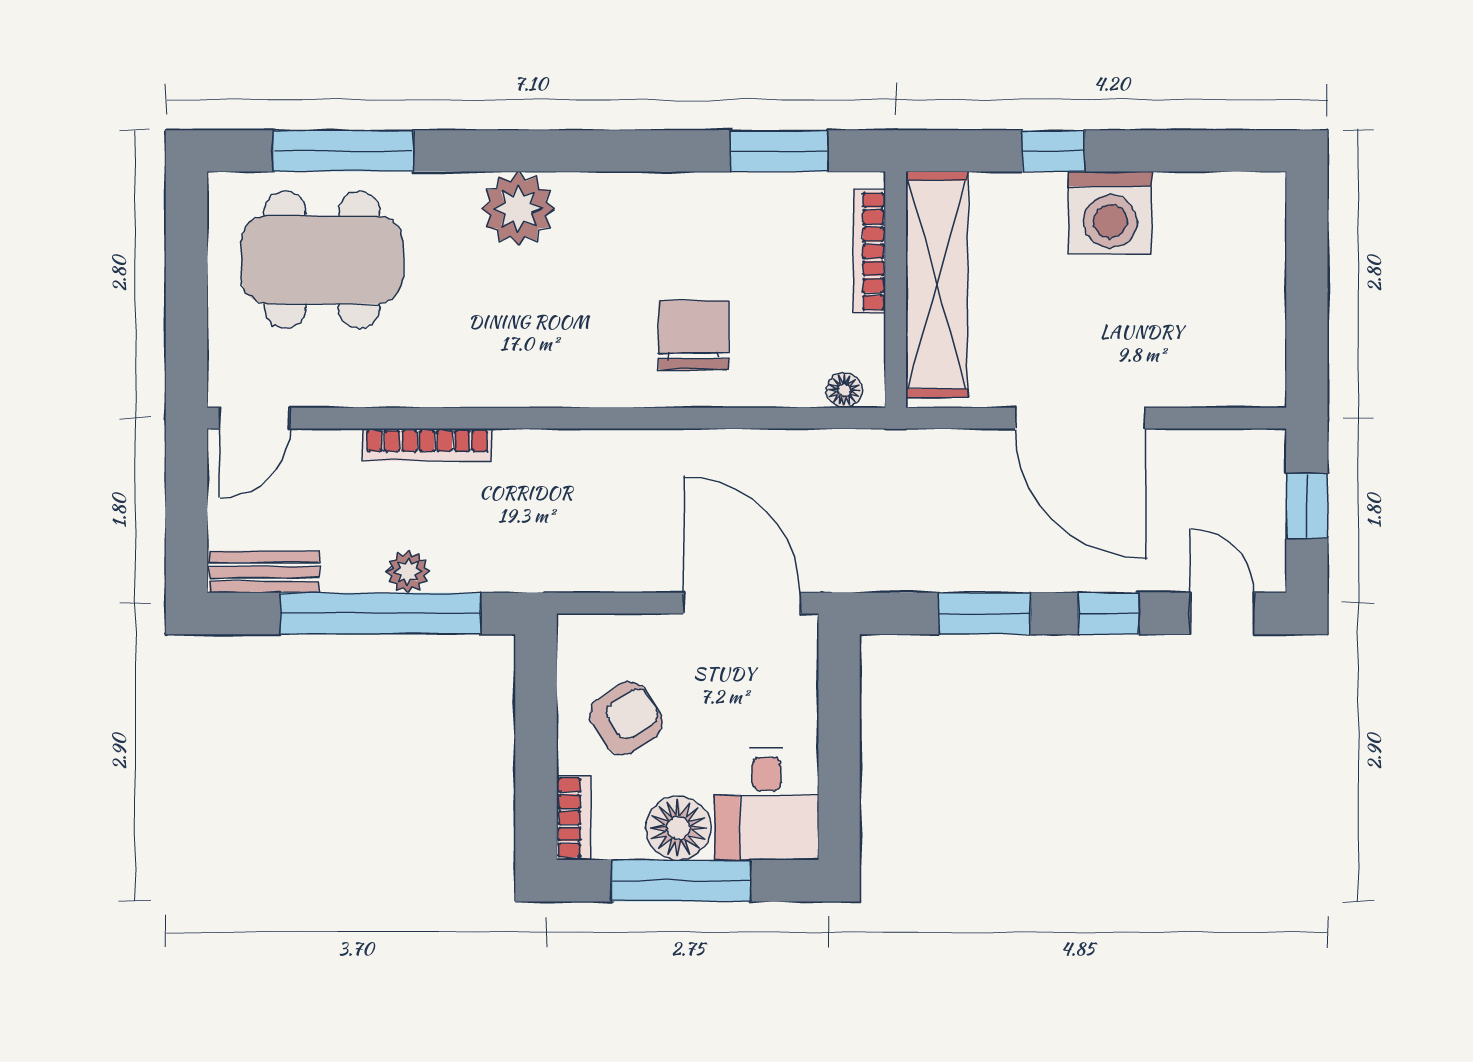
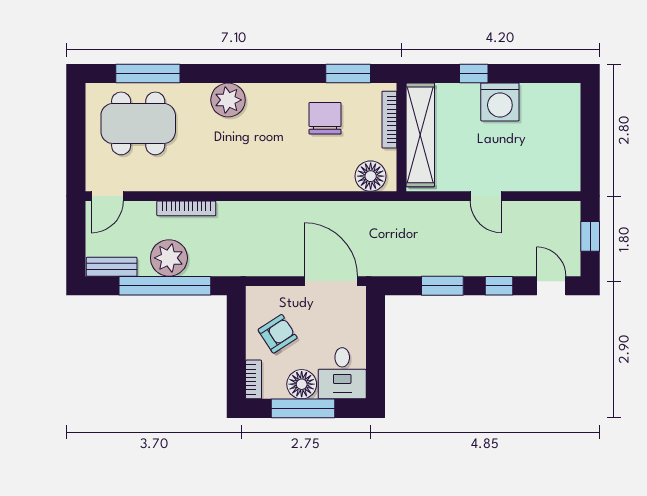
chair: (693, 335) -> (325, 118), moved
floor lamp: (844, 390) -> (371, 176), width x1.89, depth x1.89
door: (1080, 418) -> (486, 196), width x0.53
plant: (408, 572) -> (169, 258), width x1.88, depth x1.88

